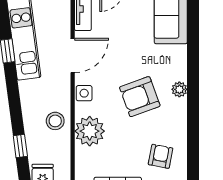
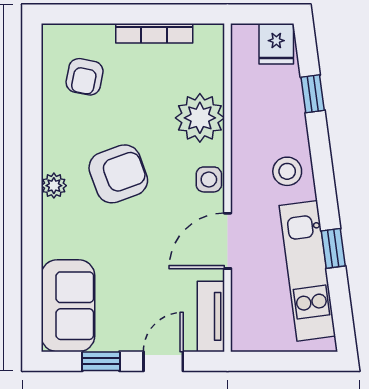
stool: (55, 121) -> (287, 171), moved

